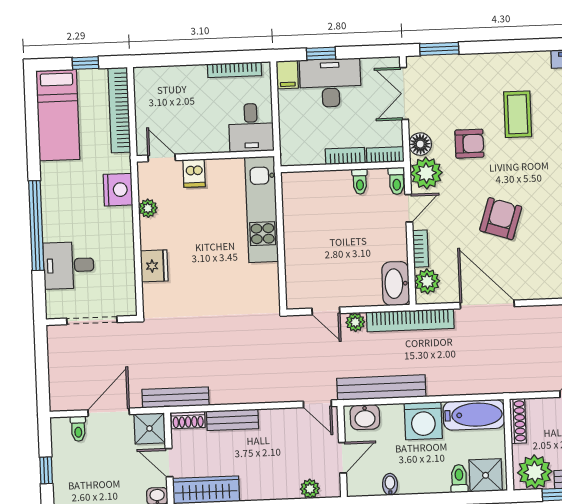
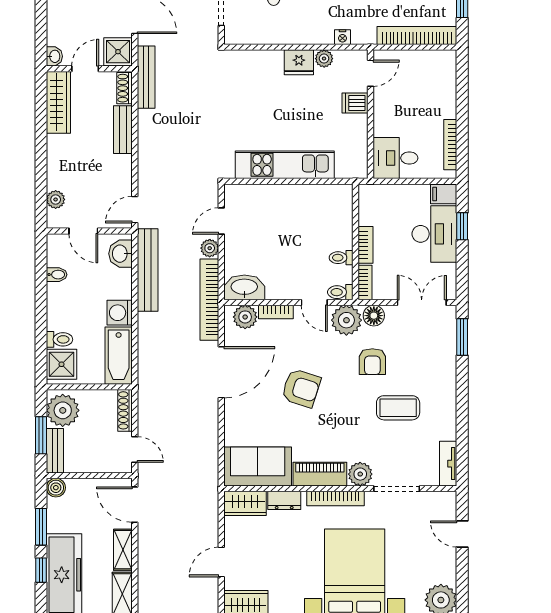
nightstand: (118, 190) -> (342, 37), width x0.53, depth x0.56
kitchen unit: (262, 209) -> (285, 165), moved
fridge: (154, 266) -> (299, 62), moved
washing machine: (423, 421) -> (120, 313), width x0.73, depth x0.73
shoe rack: (518, 421) -> (125, 410), moved, turned 90

